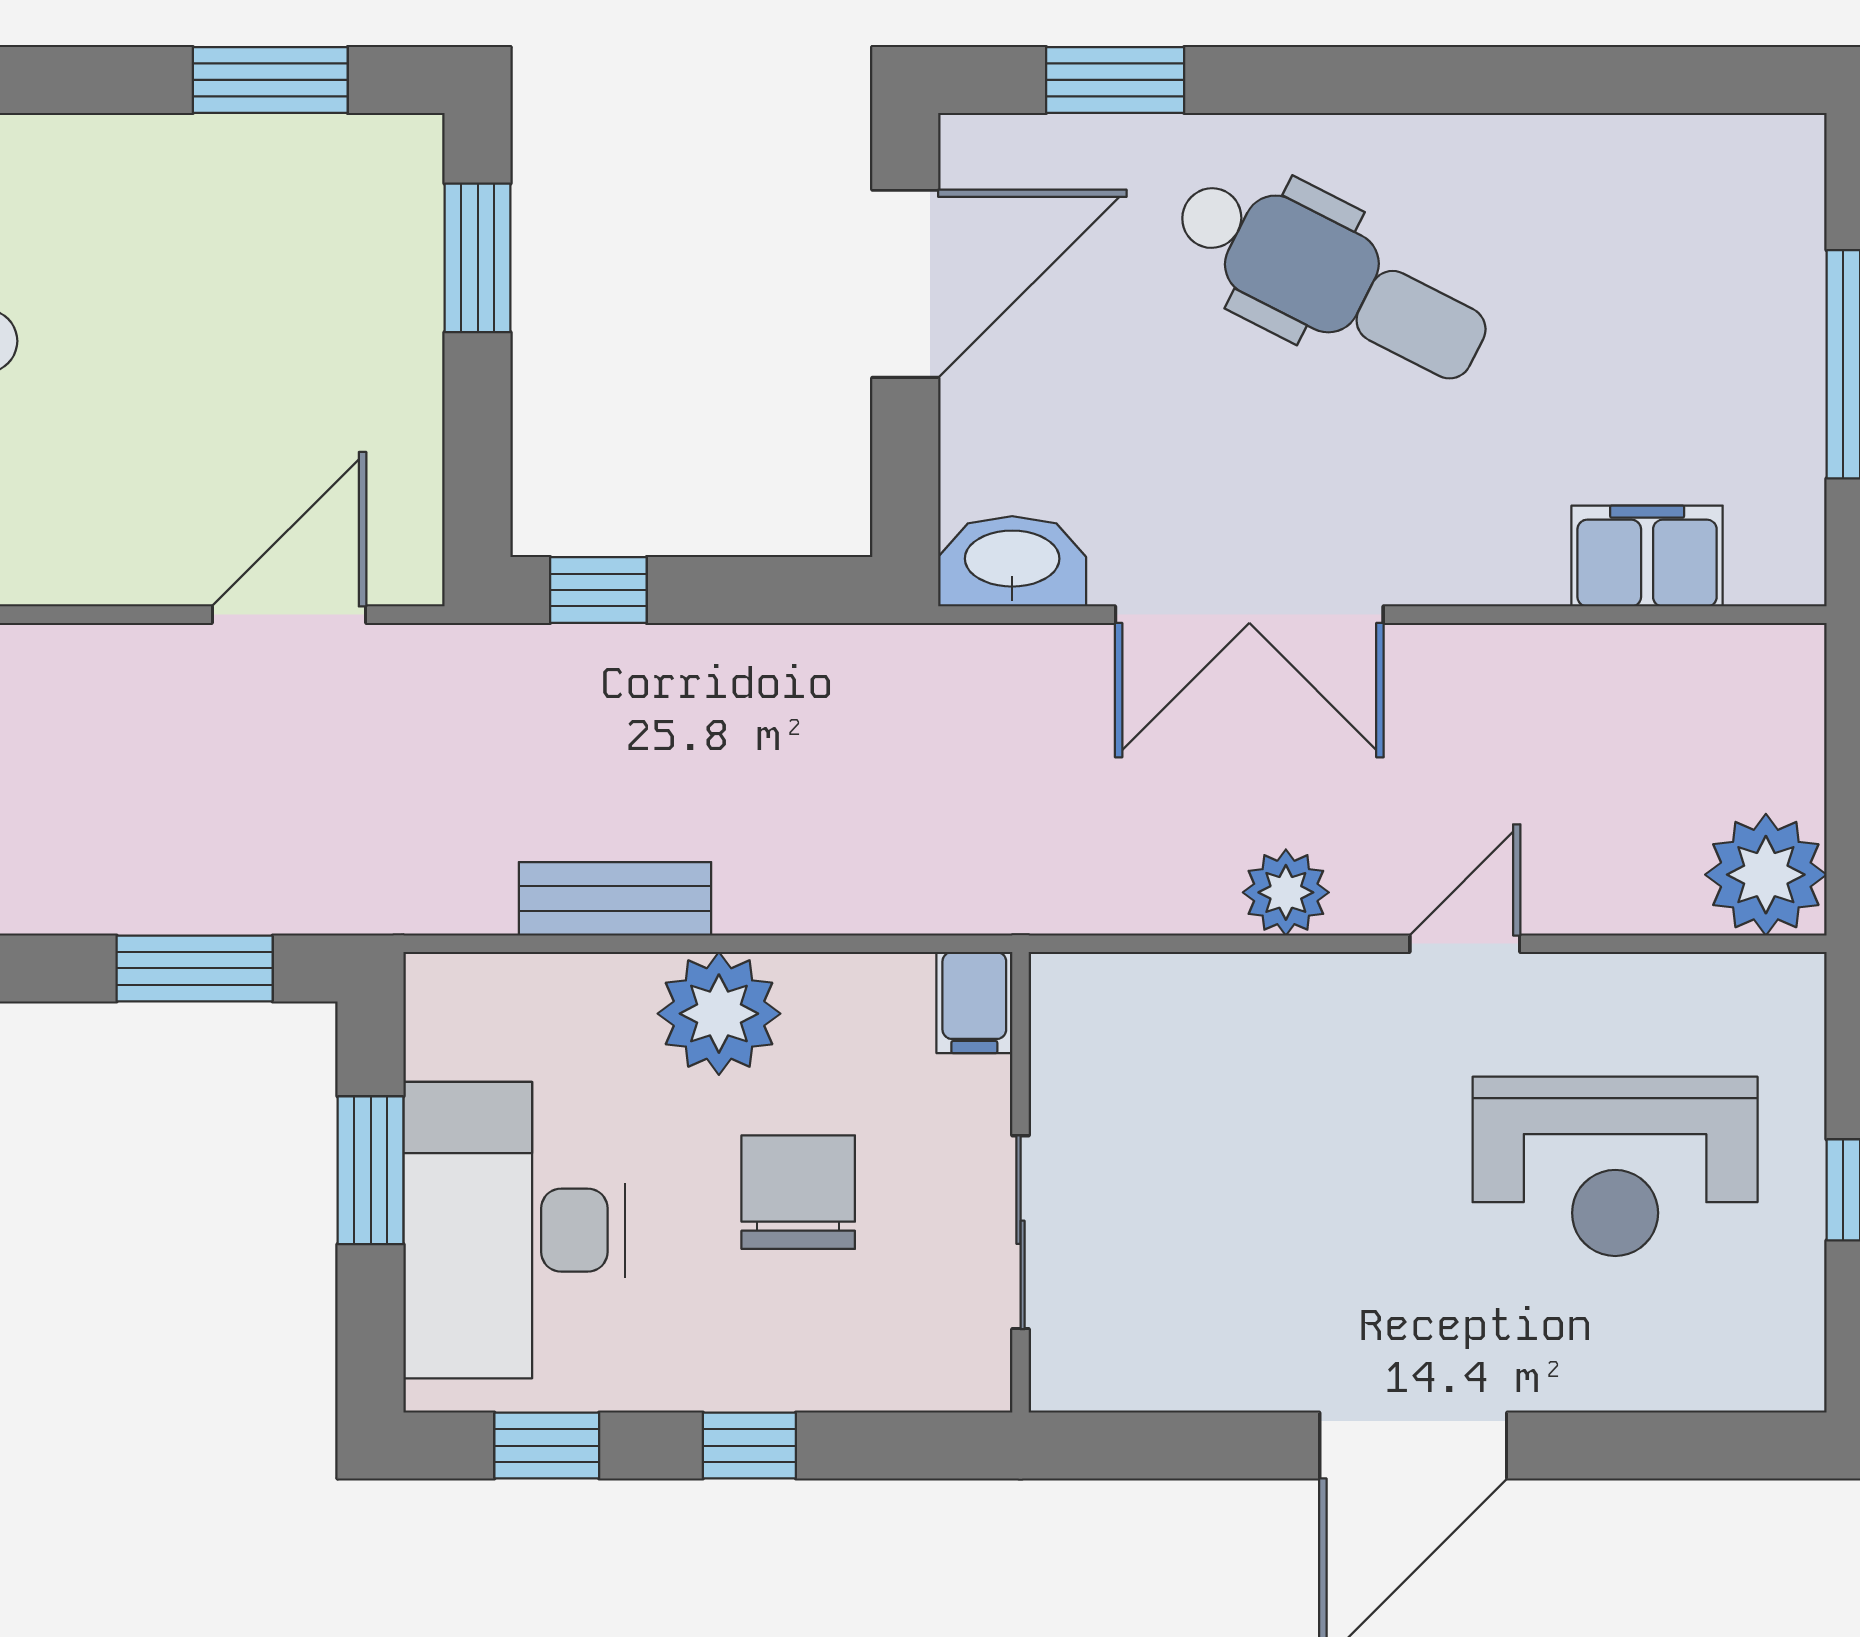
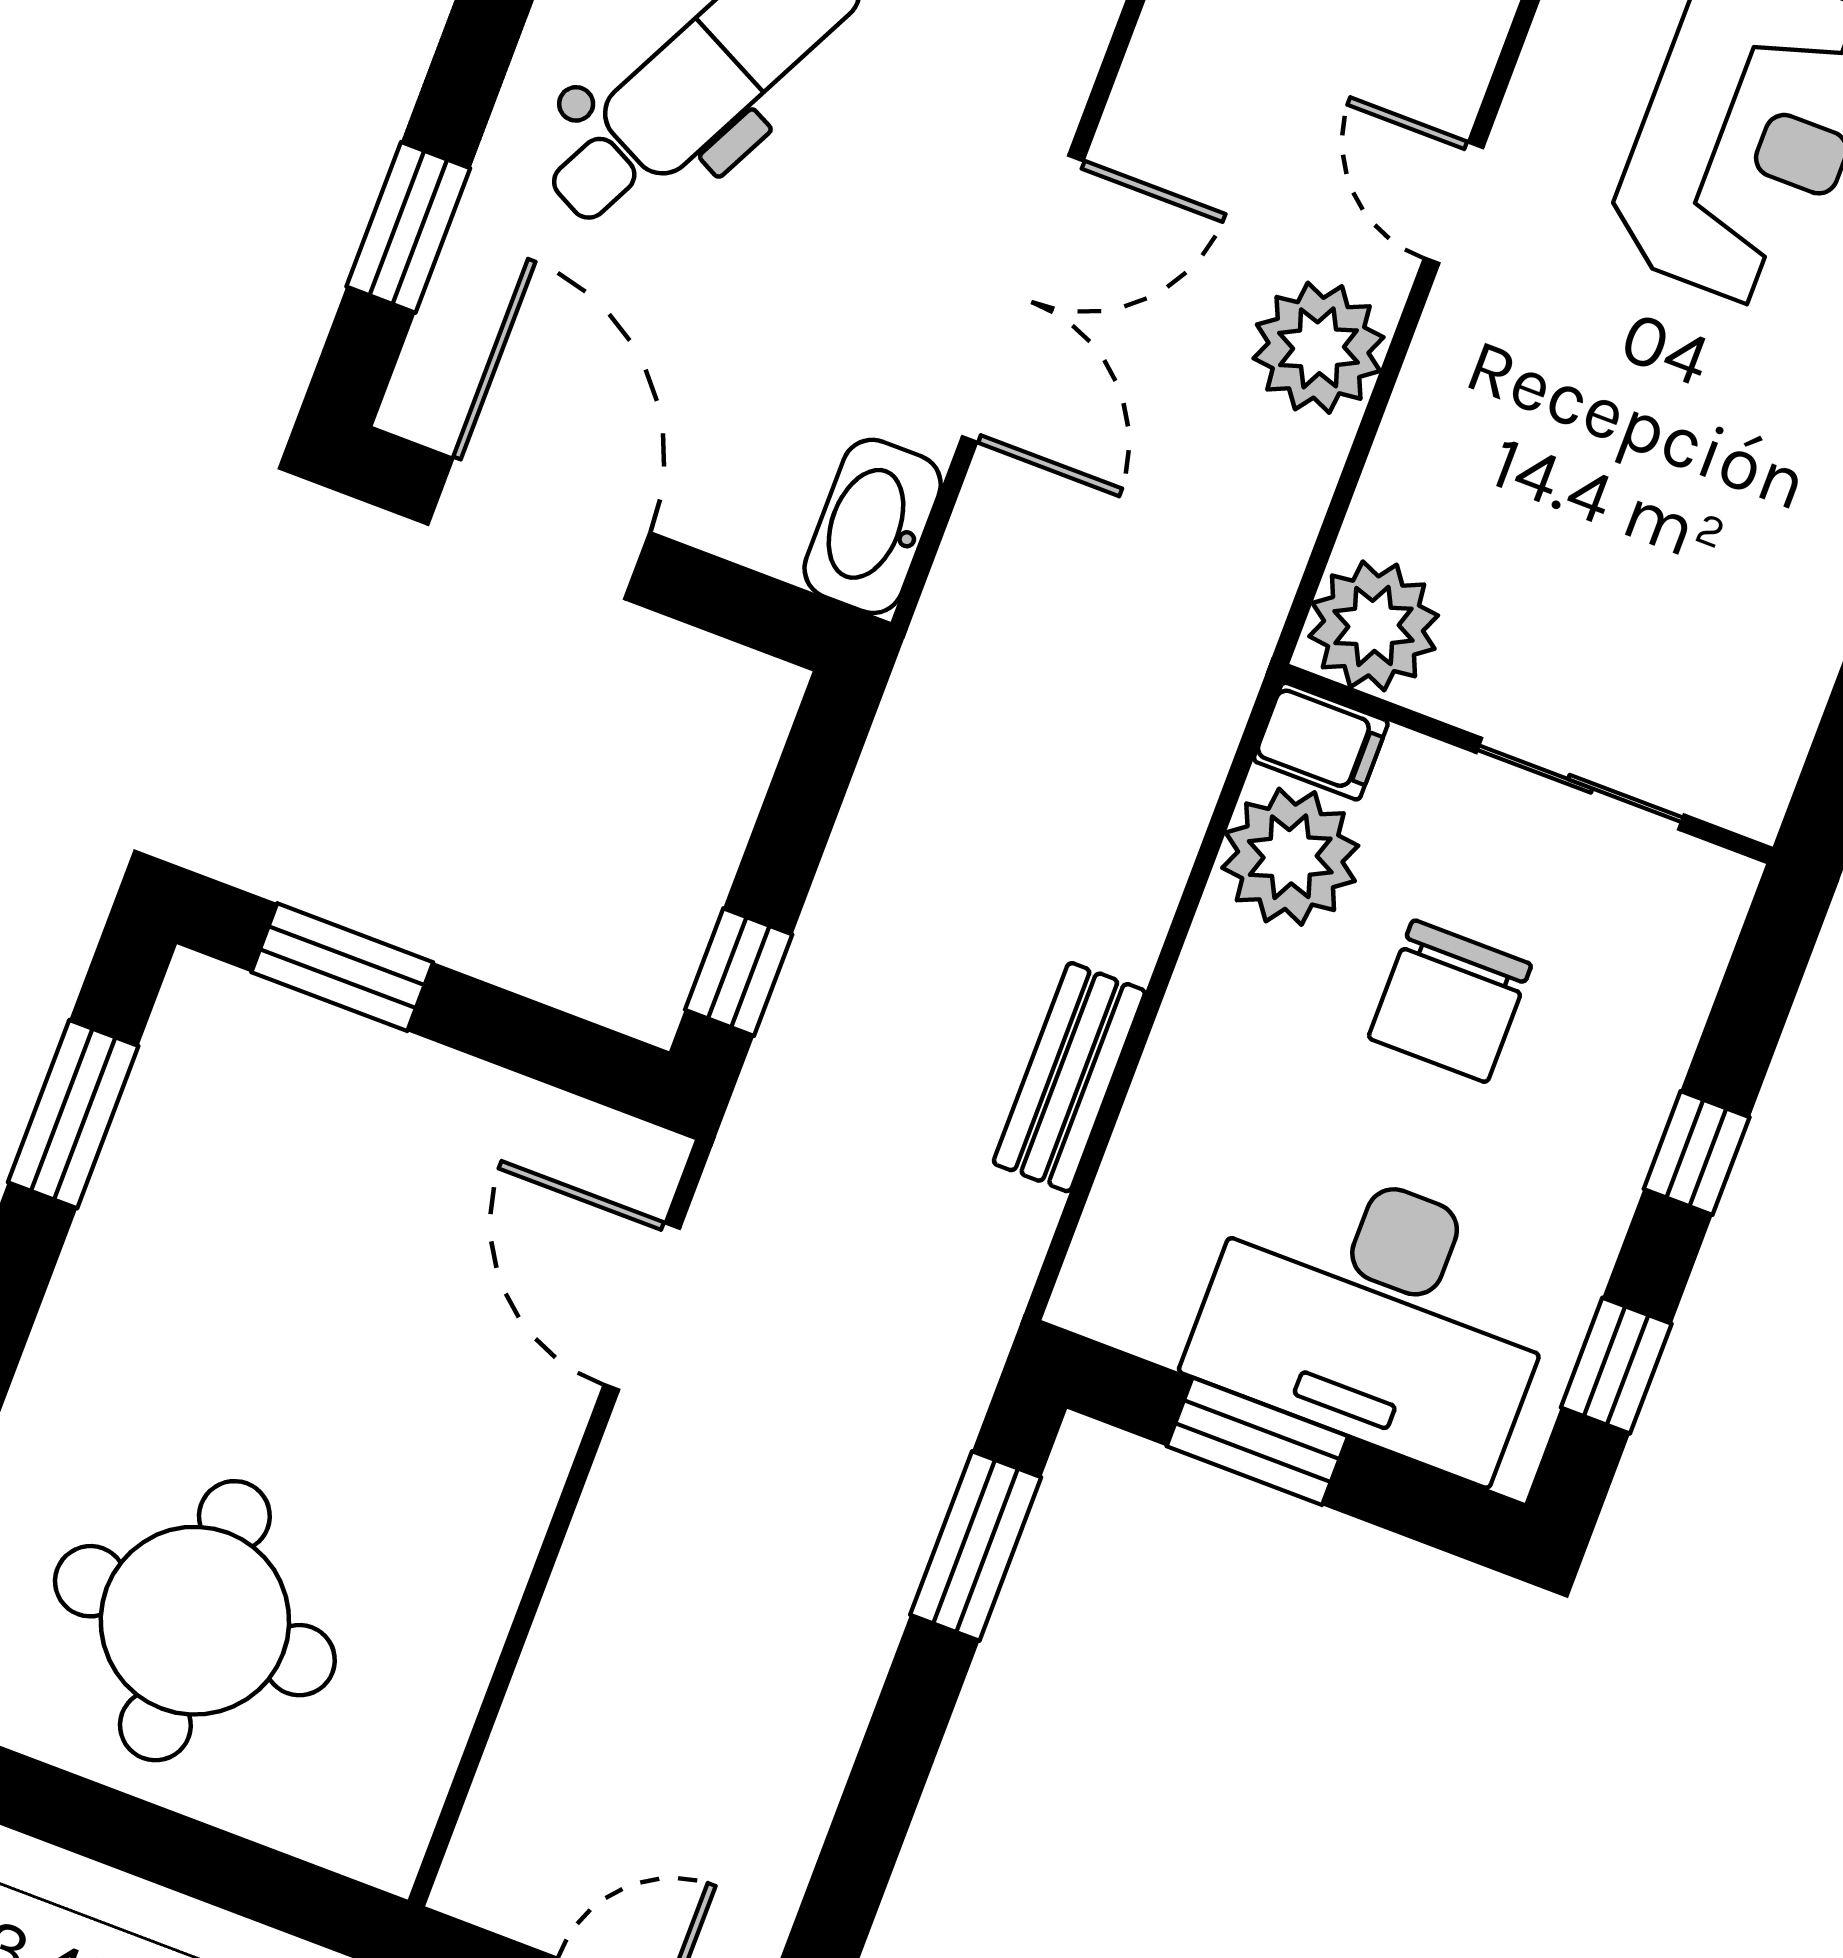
plant: (1286, 892) -> (1318, 348), width x1.36, depth x1.36
plant: (1087, 1010) -> (1374, 626), added
plant: (719, 1014) -> (1290, 857), moved
chair: (798, 1192) -> (1450, 1001), turned -90

